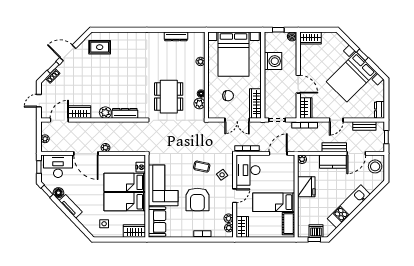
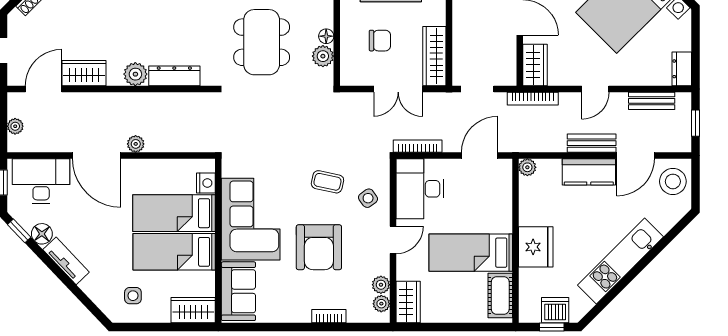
fridge: (306, 187) -> (536, 247), moved

